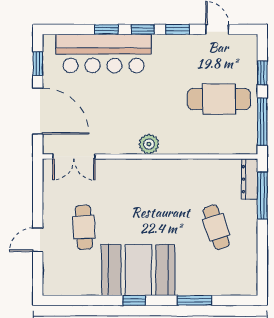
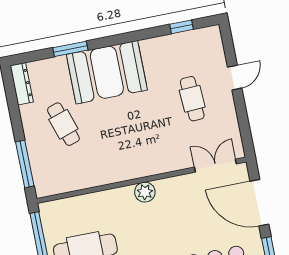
dresser: (250, 179) -> (22, 84), moved
booth: (138, 270) -> (107, 72), moved
window: (134, 300) -> (182, 27), moved

